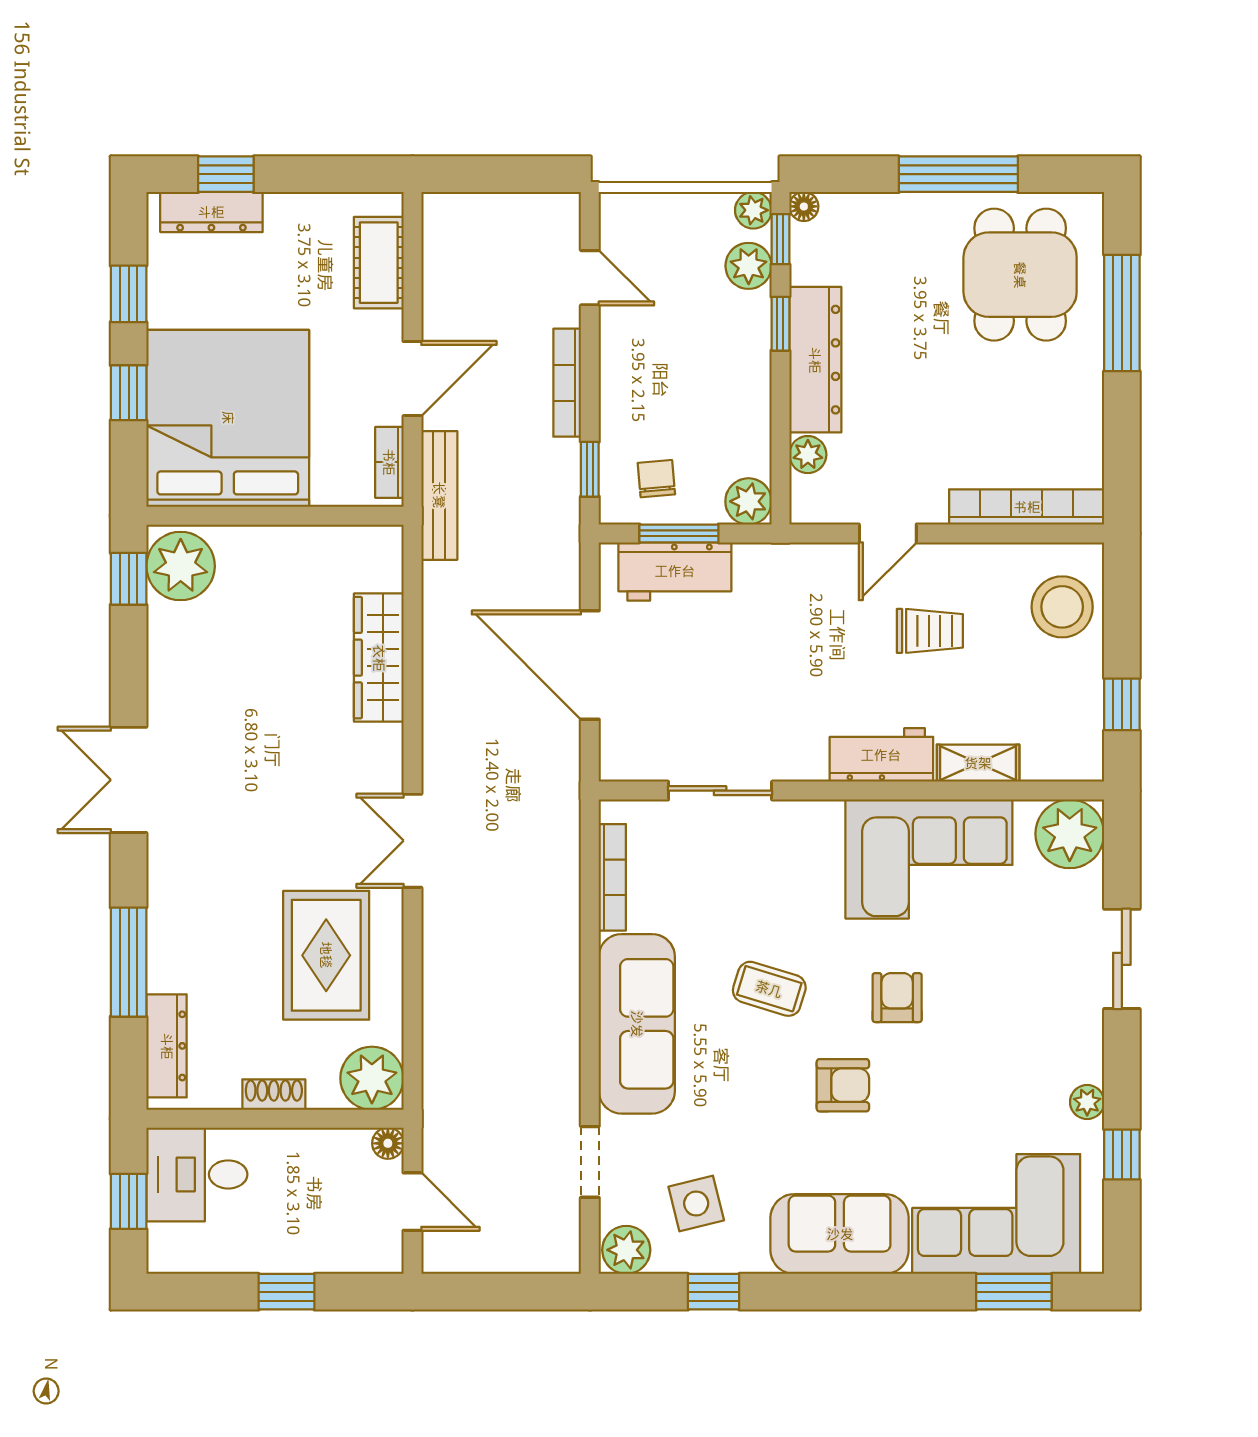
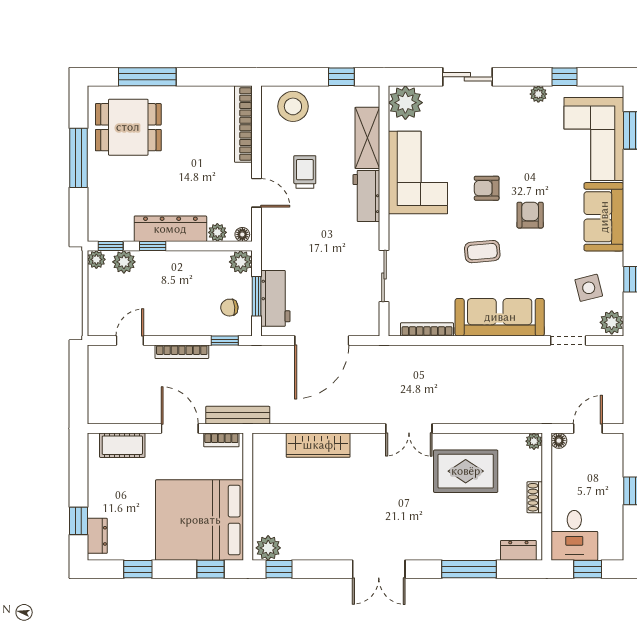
floor lamp: (804, 206) -> (242, 234), moved
dresser: (211, 212) -> (97, 536), width x0.70
window: (129, 393) -> (211, 569), moved
plant: (181, 566) -> (268, 548), width x0.73, depth x0.73
shelving: (978, 763) -> (367, 138), width x1.50, depth x1.33
coffee table: (769, 989) -> (482, 252), turned 68
dresser: (167, 1046) -> (518, 550), width x0.70
plant: (372, 1078) -> (534, 441), width x0.53, depth x0.53

